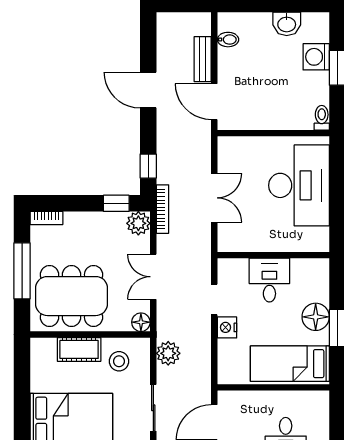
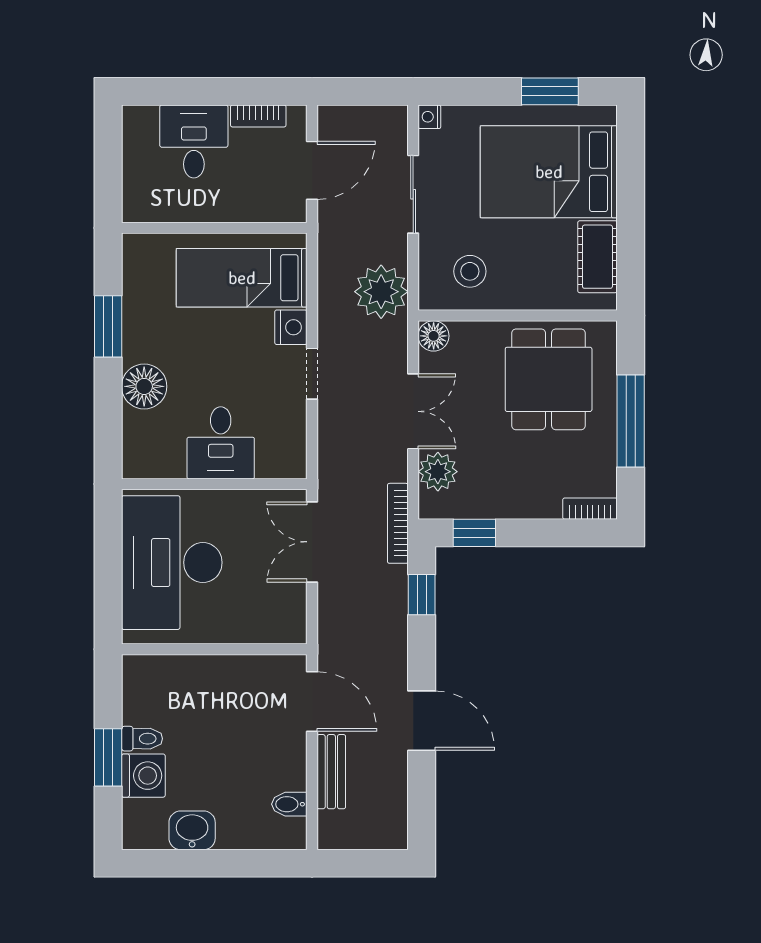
toilet: (322, 118) -> (142, 739), moved, turned -90
plant: (138, 223) -> (438, 472), moved
wall: (273, 255) -> (214, 484), moved
desk: (269, 280) -> (221, 443), moved
dining table: (72, 296) -> (549, 379), width x0.73
floor lamp: (316, 317) -> (144, 386), moved
cot: (79, 349) -> (597, 257), moved, turned 90
plant: (168, 353) -> (381, 292), width x1.36, depth x1.36
bed: (290, 364) -> (242, 278), moved, turned 180

